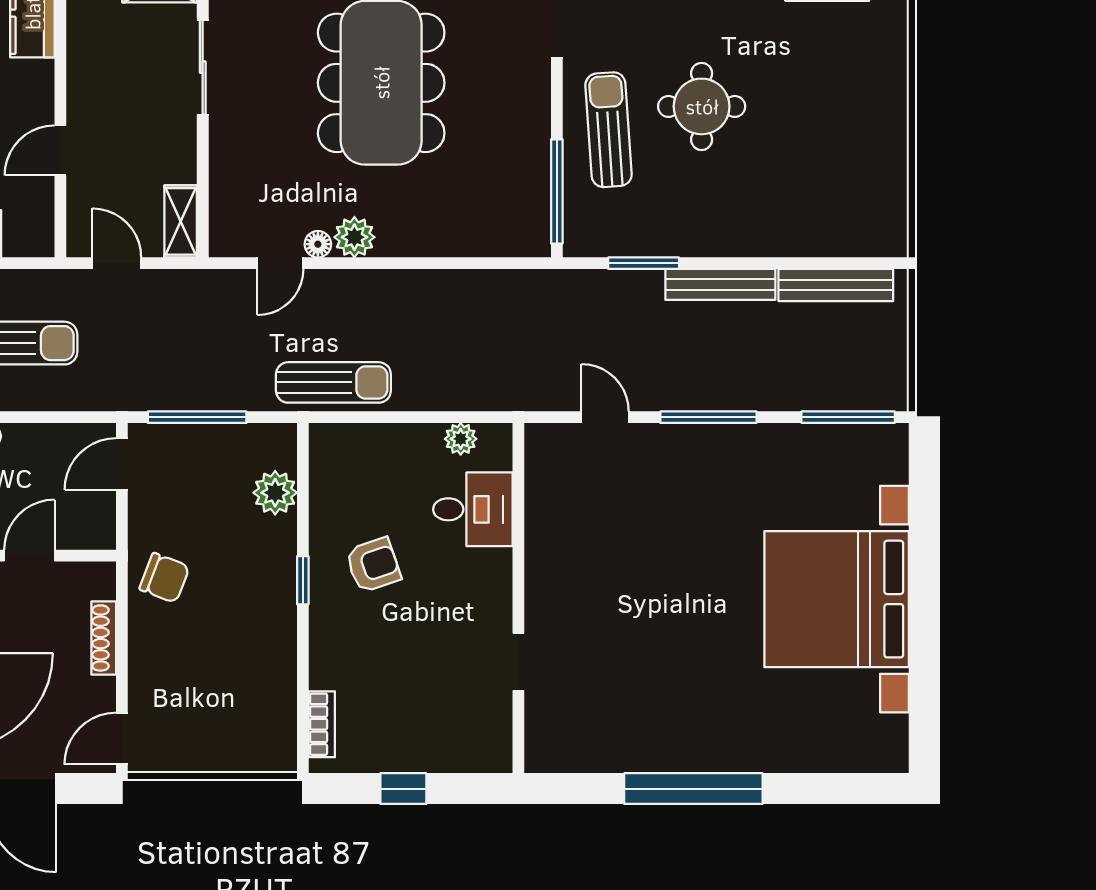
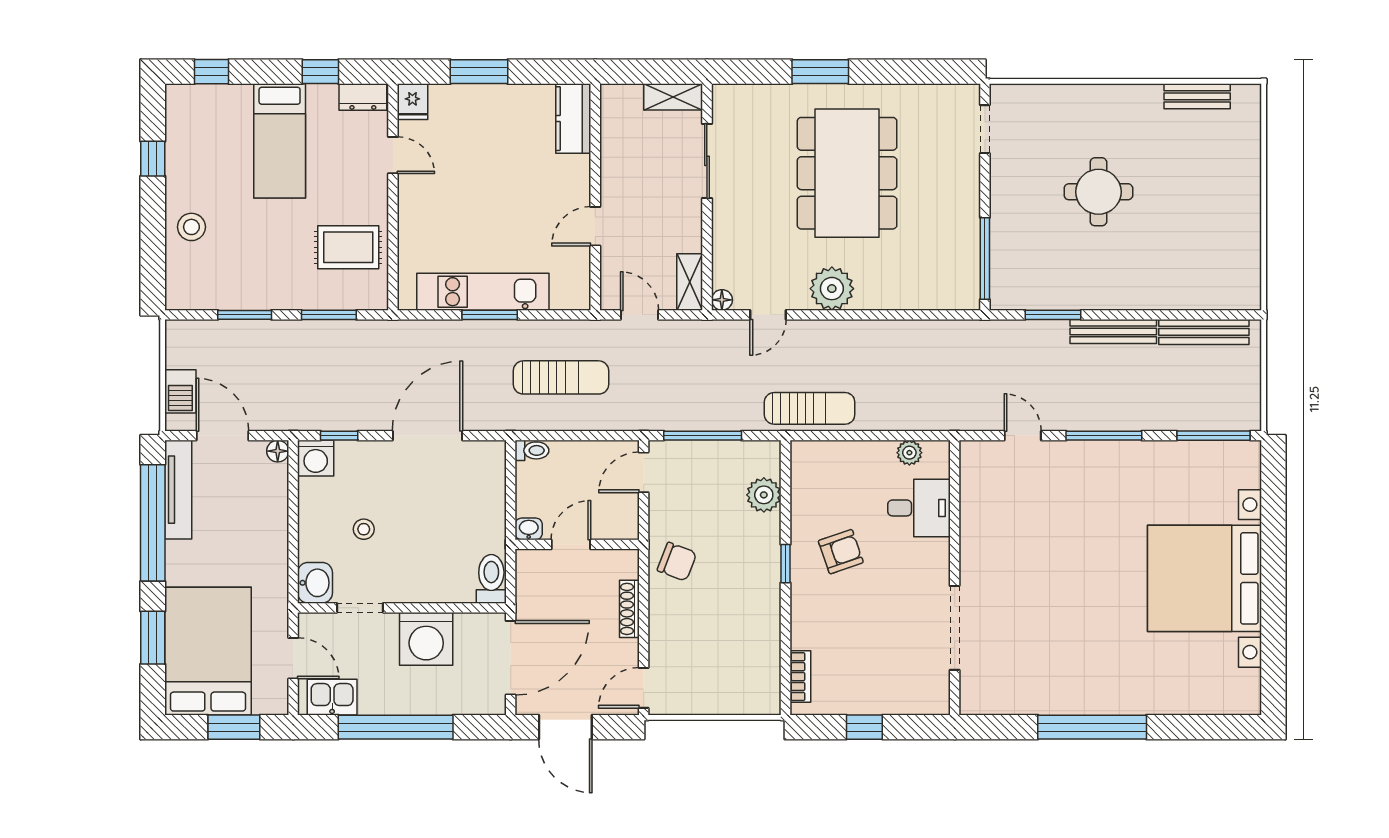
sun lounger: (609, 130) -> (1025, 210), removed
plant: (354, 237) -> (832, 289), width x1.36, depth x1.36
floor lamp: (318, 244) -> (722, 300), moved
doorway: (518, 662) -> (955, 628), width x1.88

